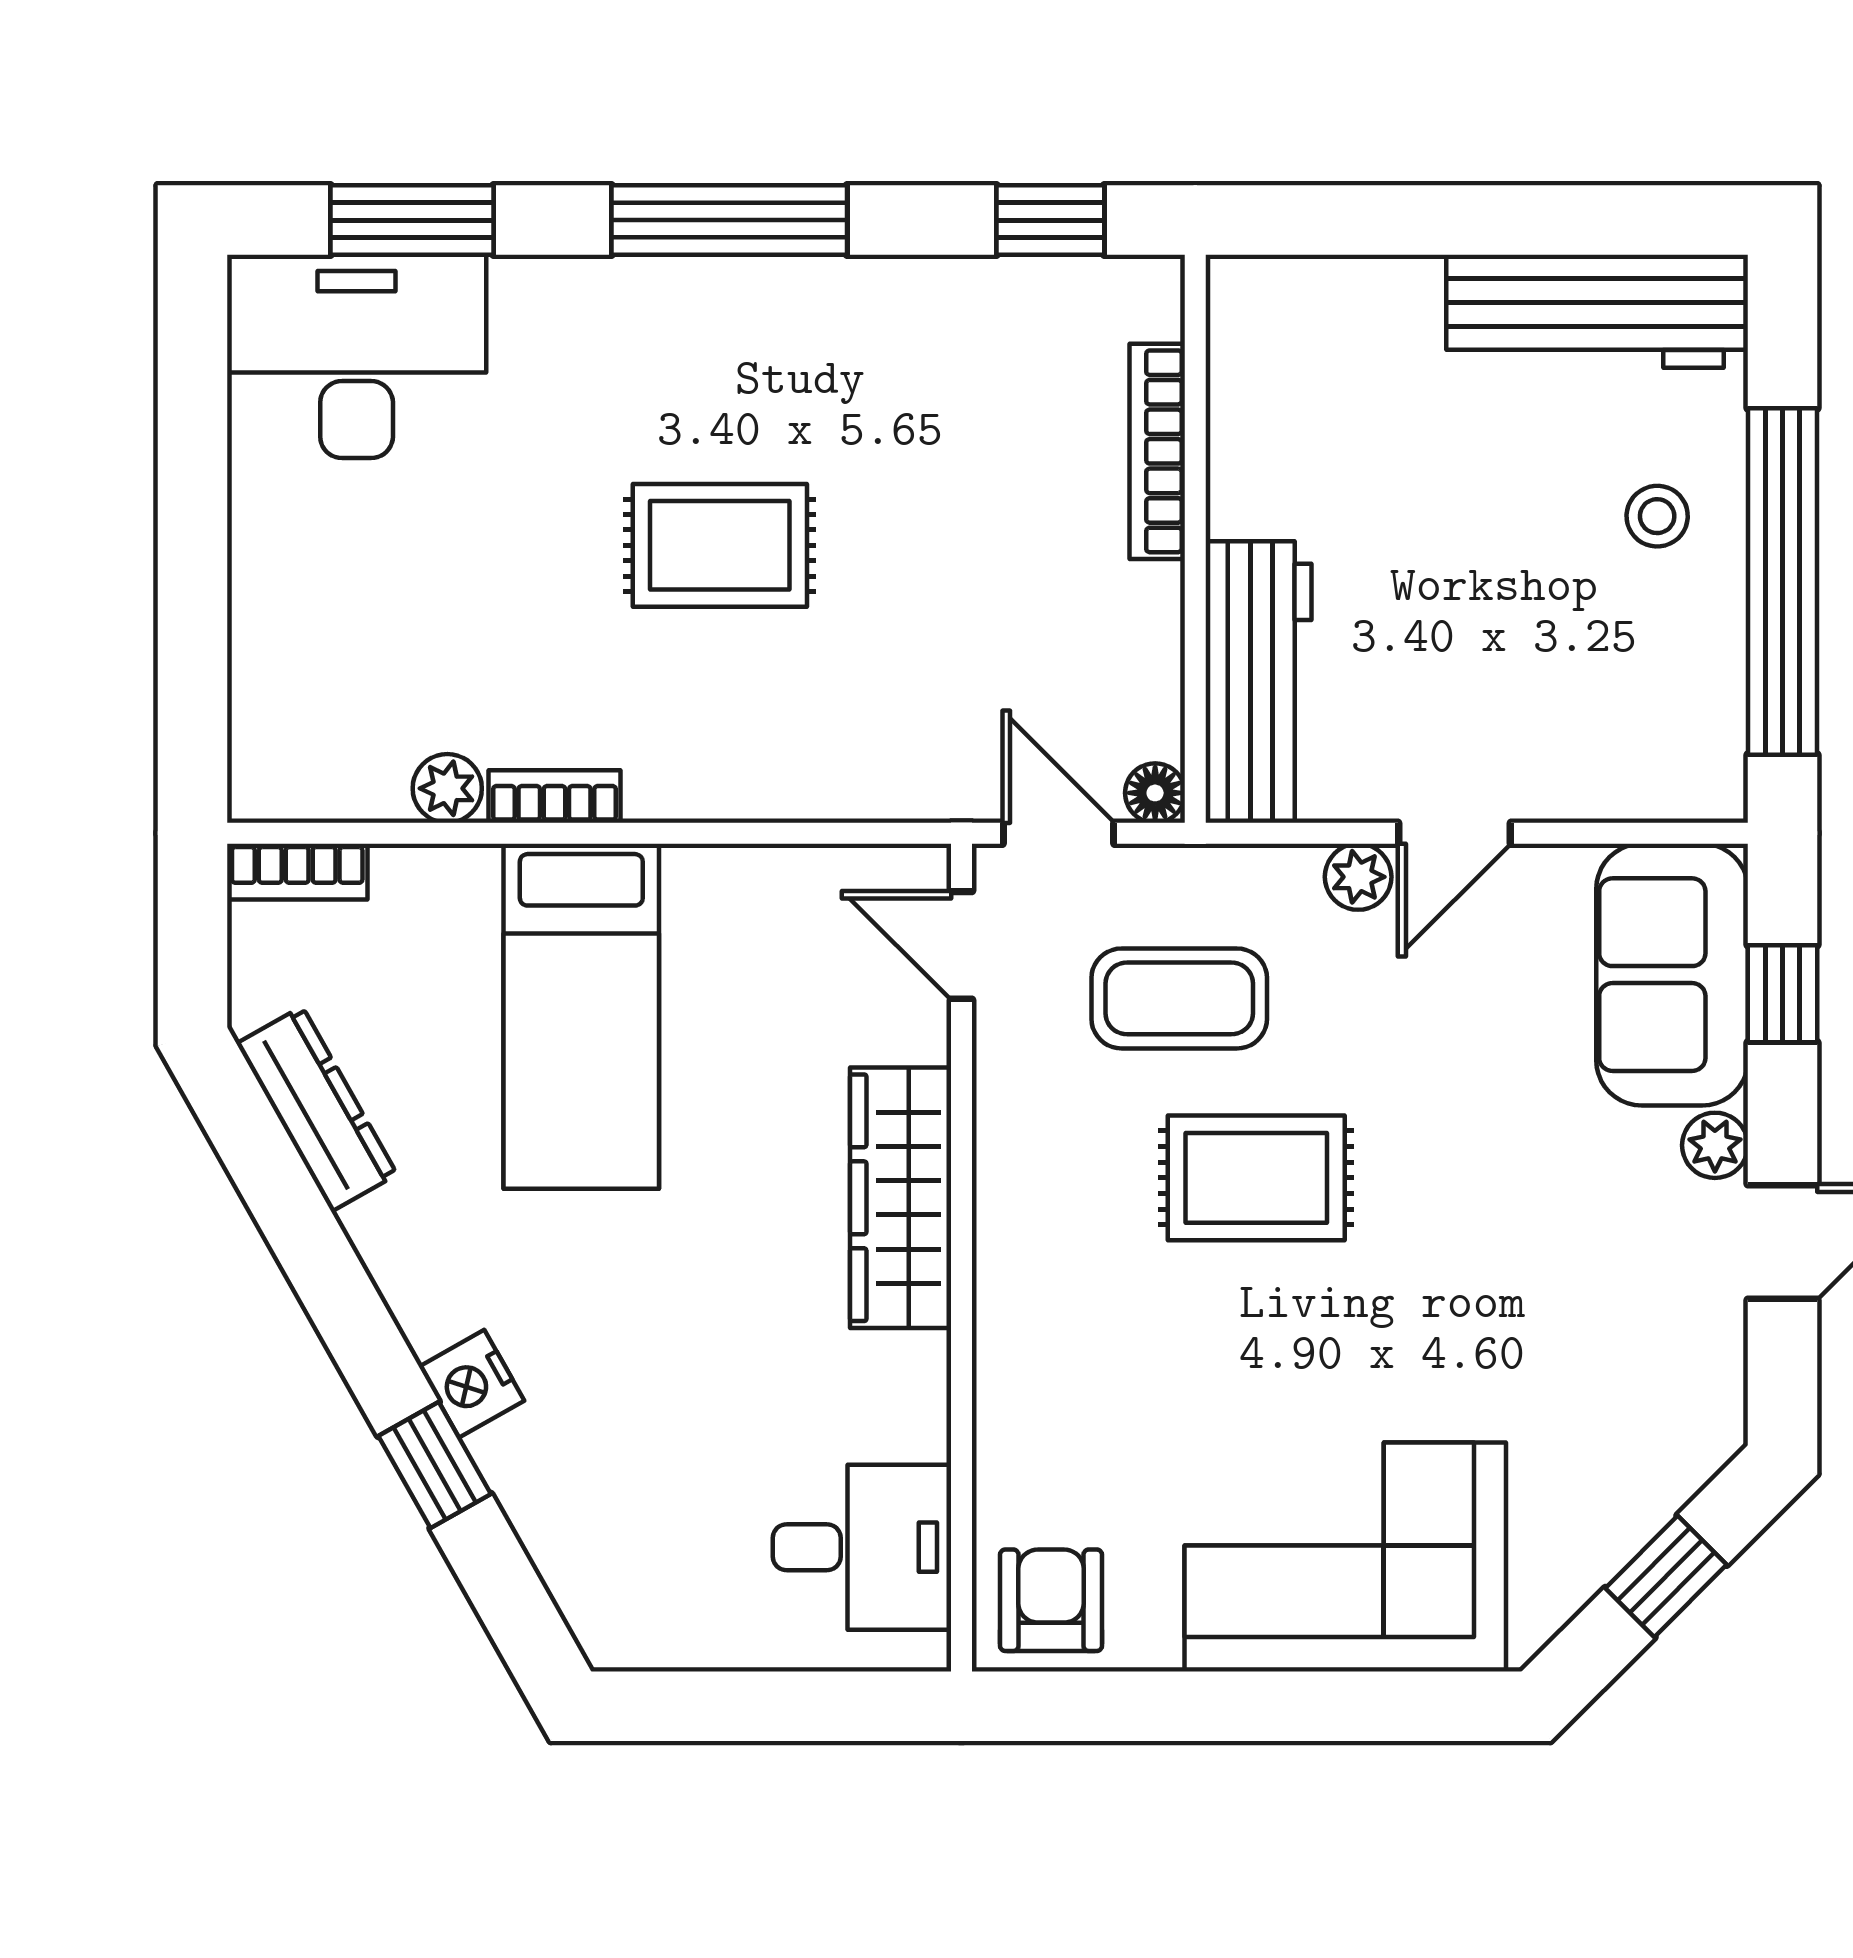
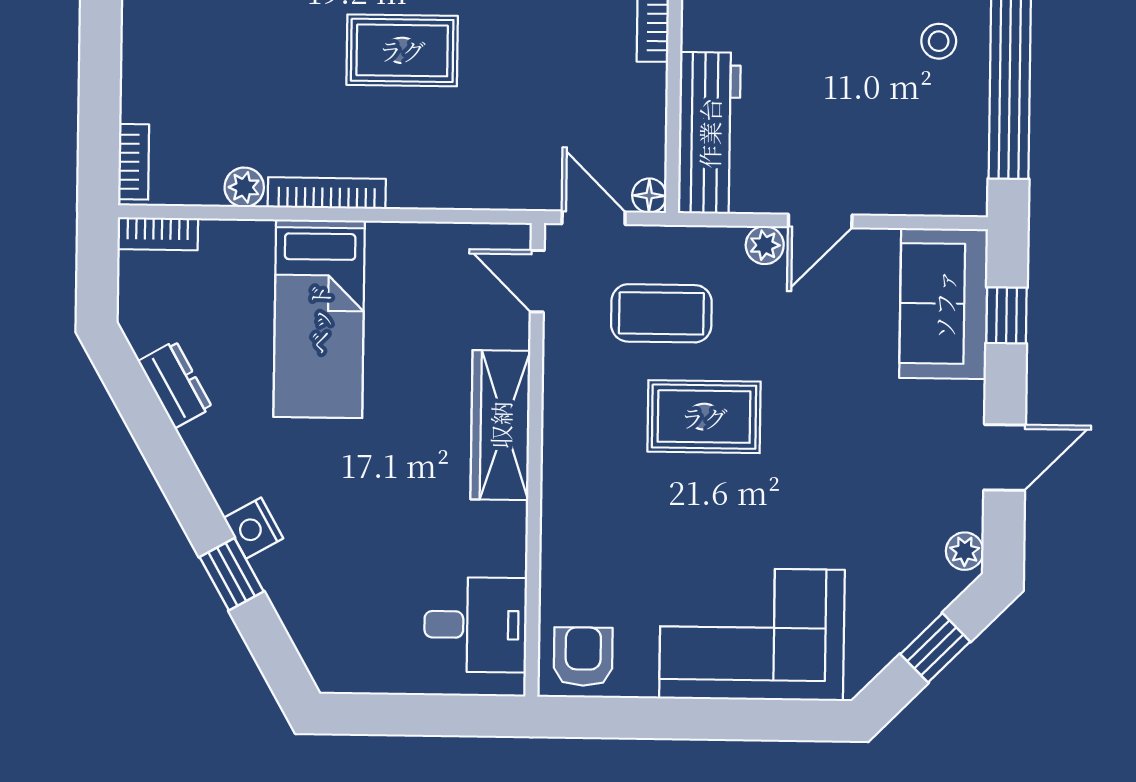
bookcase: (253, 747) -> (134, 162), added
bookcase: (554, 796) -> (327, 193), width x1.56
dresser: (317, 1109) -> (175, 384), width x0.70
plant: (1715, 1145) -> (965, 551), moved

